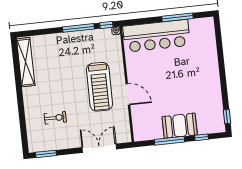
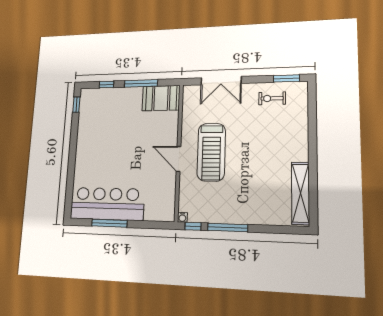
bar counter: (156, 36) -> (107, 204), moved
treadmill: (99, 87) -> (211, 152), turned 180
door: (128, 94) -> (179, 159), moved
exercise bike: (55, 118) -> (272, 98), moved
booth: (180, 126) -> (161, 98), moved

